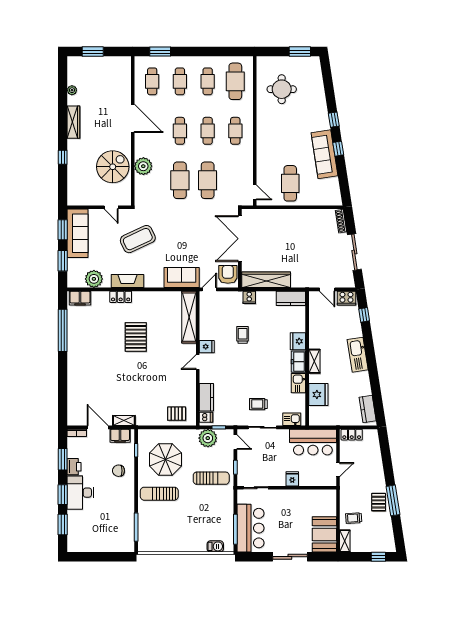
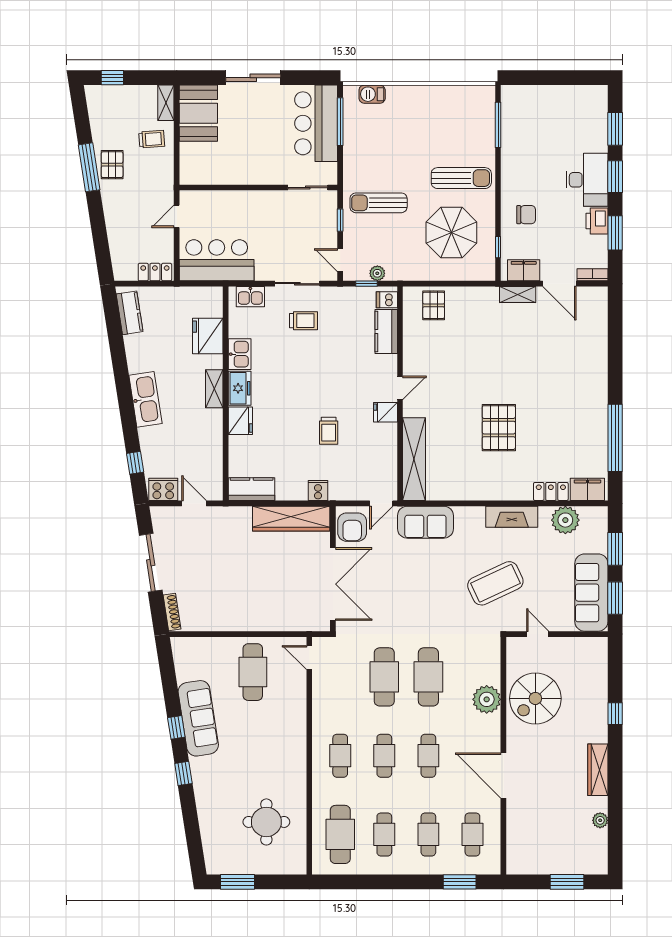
locker: (121, 297) -> (551, 491), moved
pallet: (177, 414) -> (434, 305), turned 90
plant: (208, 438) -> (377, 273), width x0.53, depth x0.53
fridge: (292, 479) -> (250, 202), removed

